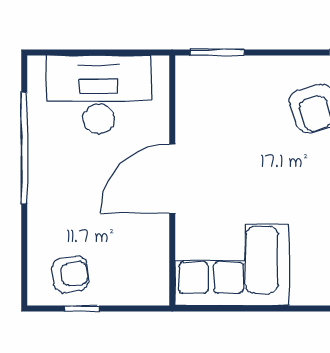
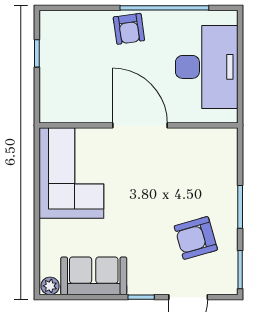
window: (217, 52) -> (240, 207), moved
armchair: (70, 274) -> (129, 29), moved

